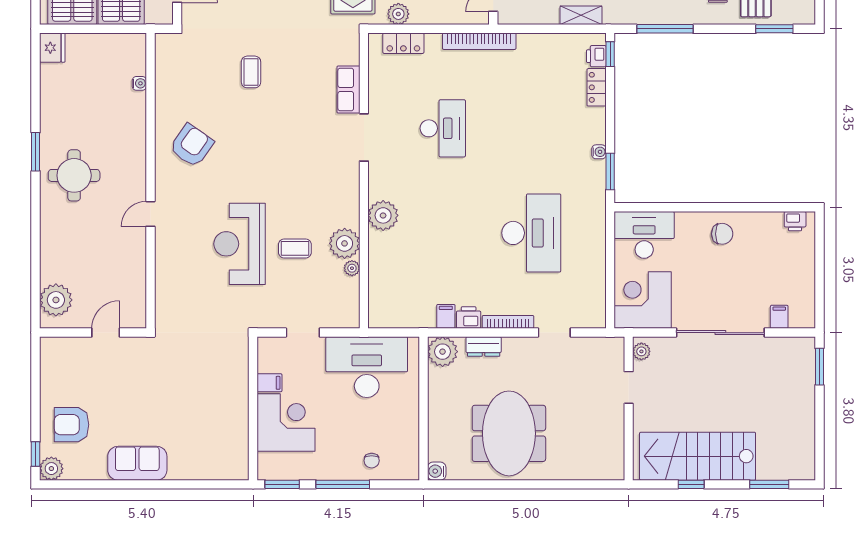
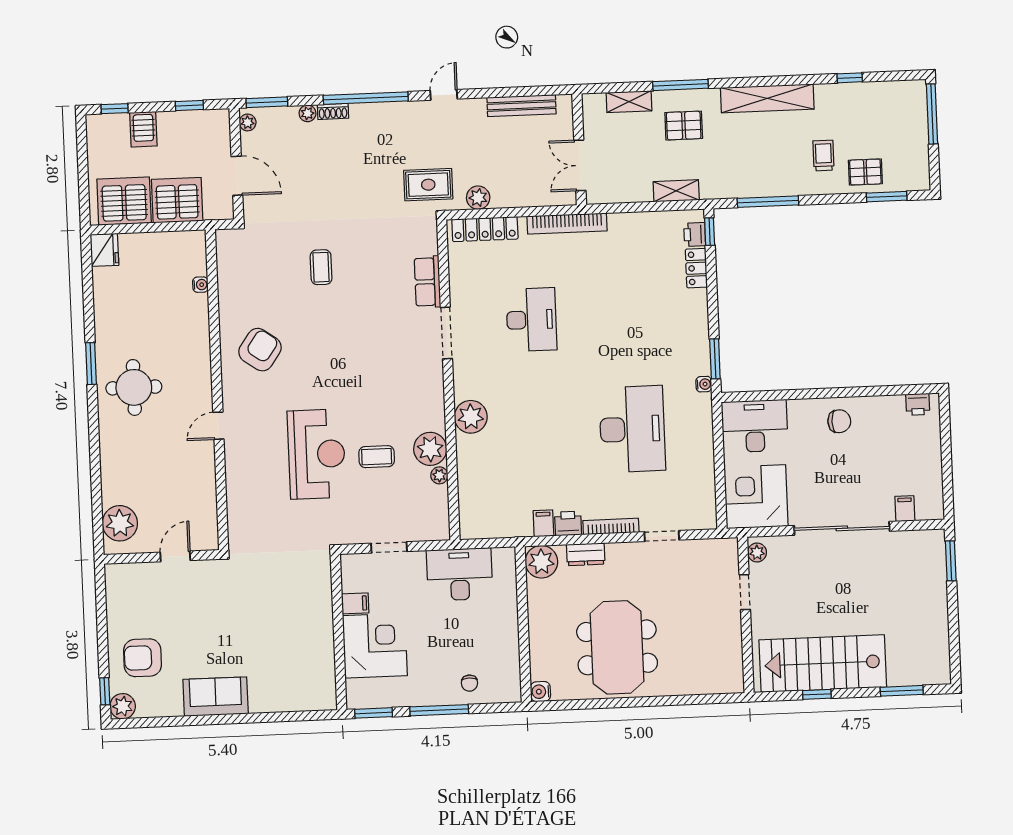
locker: (403, 43) -> (485, 229), width x1.53
water cooler: (599, 152) -> (704, 384), moved
reception desk: (240, 244) -> (316, 454), turned 180
desk: (367, 367) -> (460, 574), width x0.73, depth x0.77

